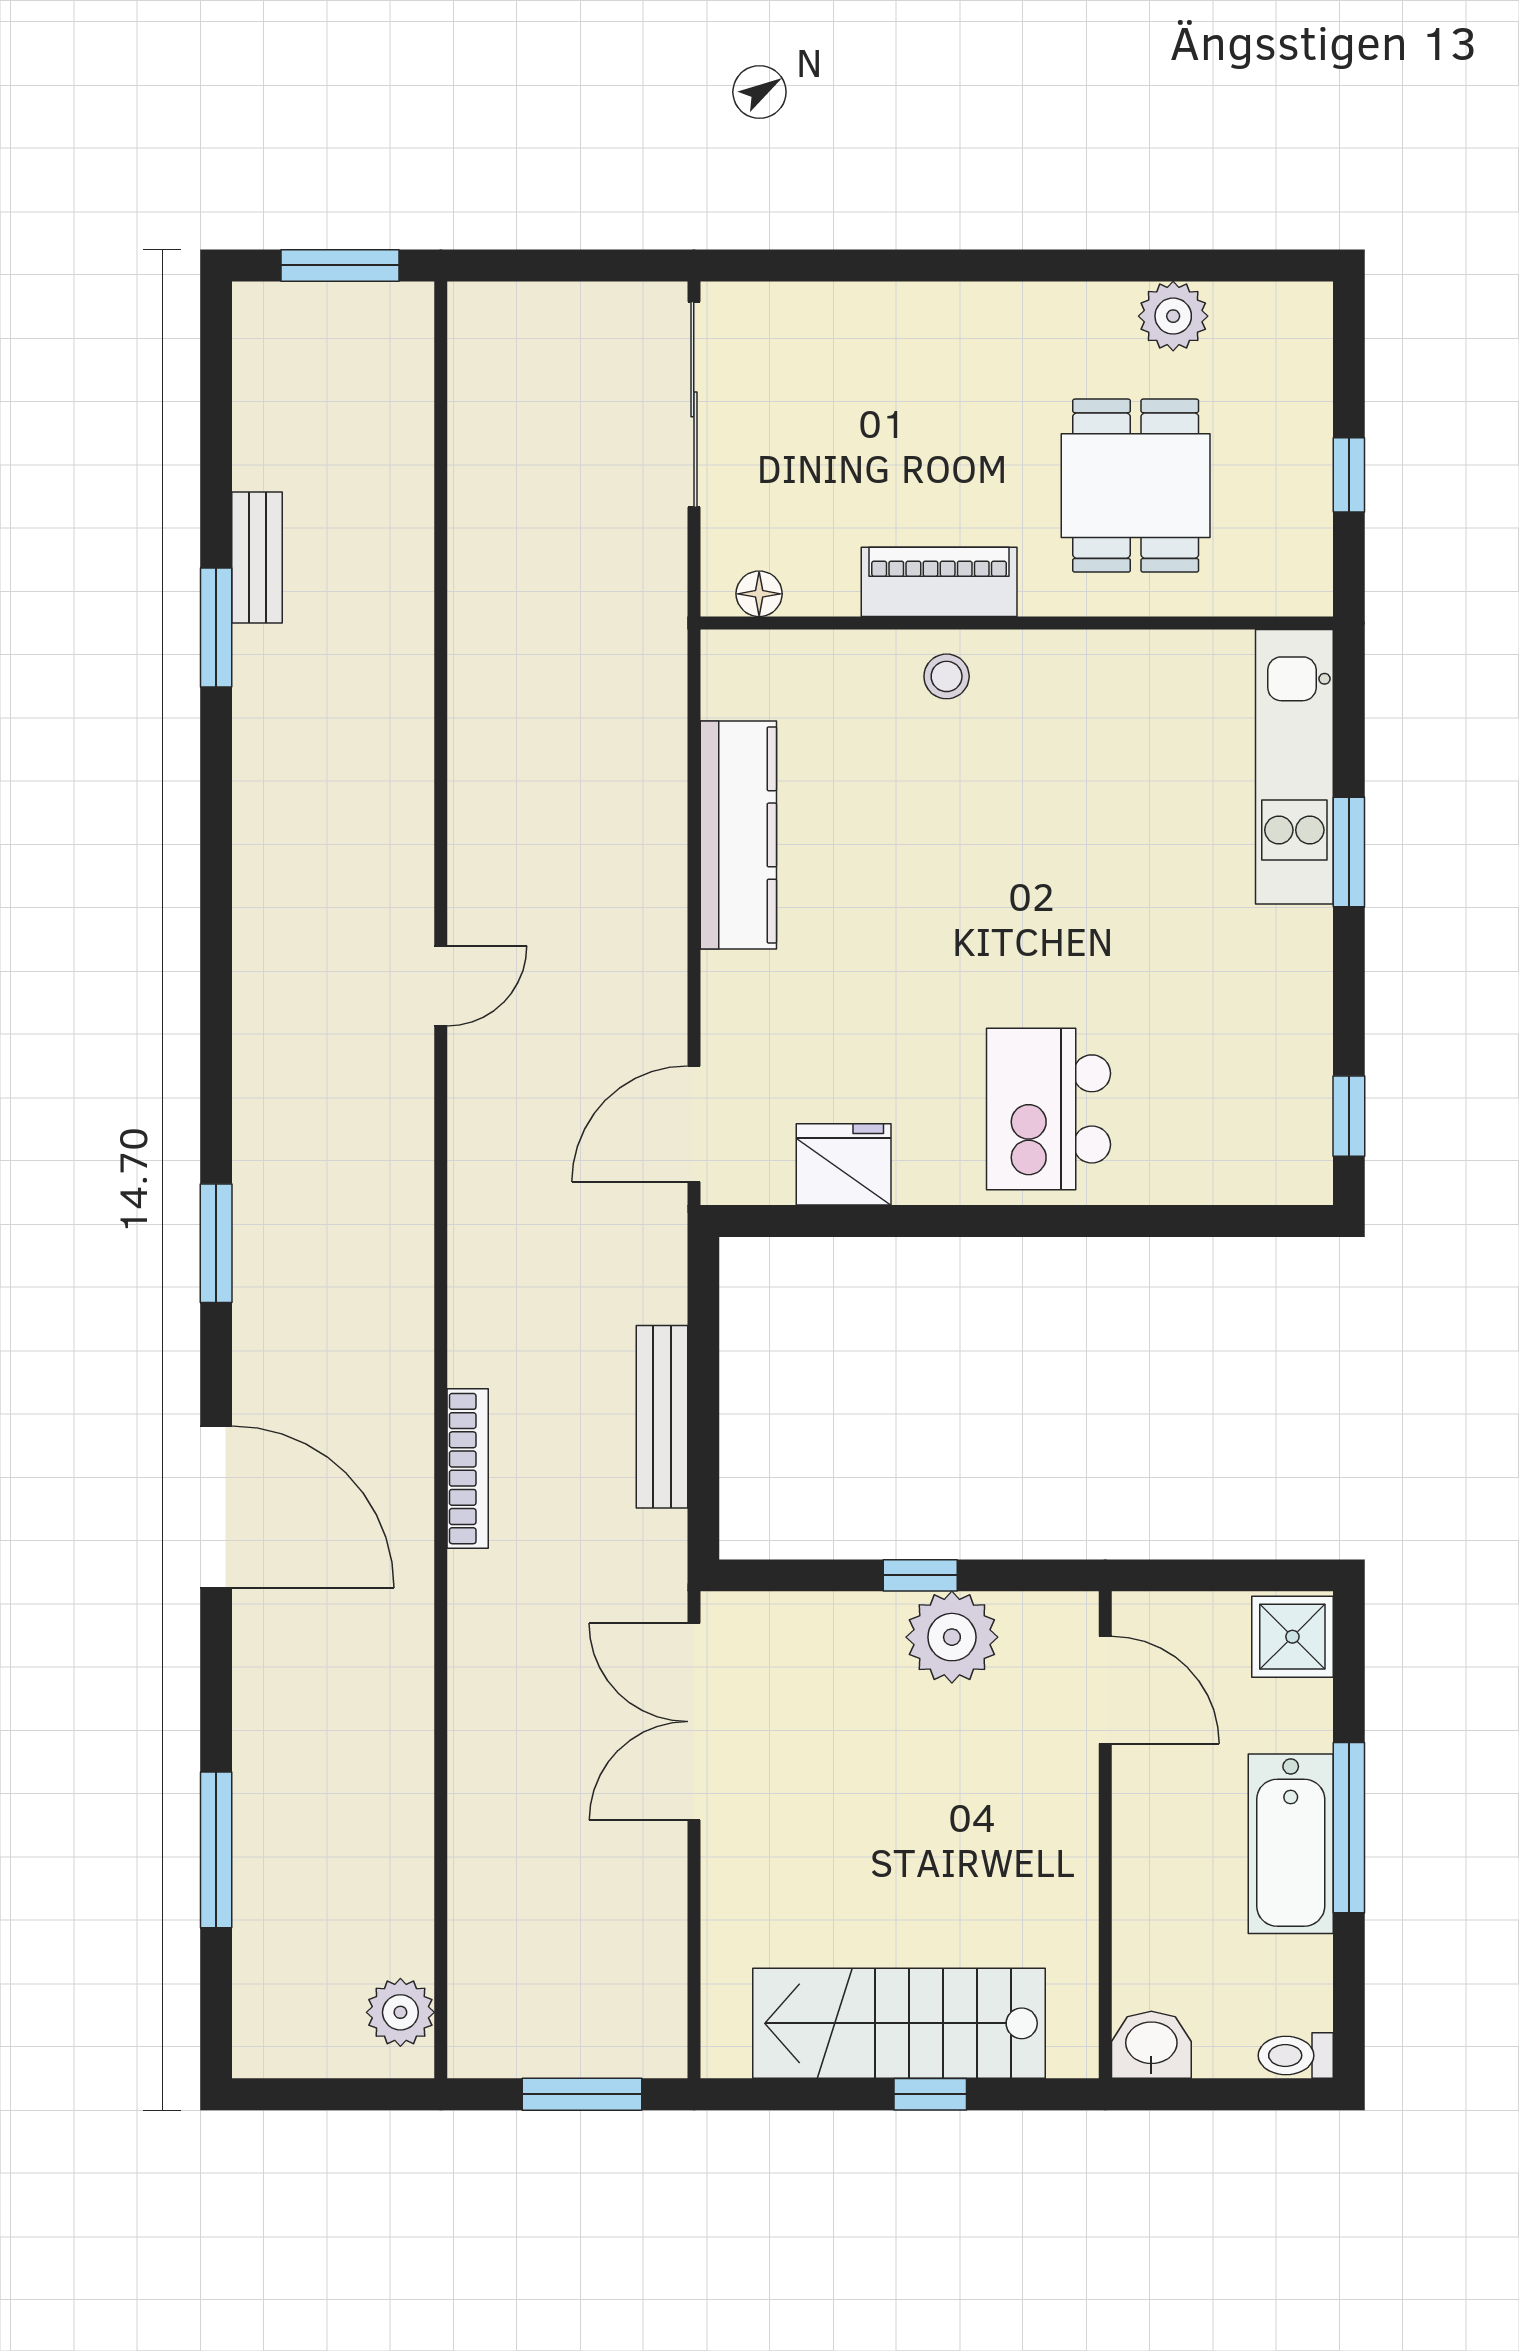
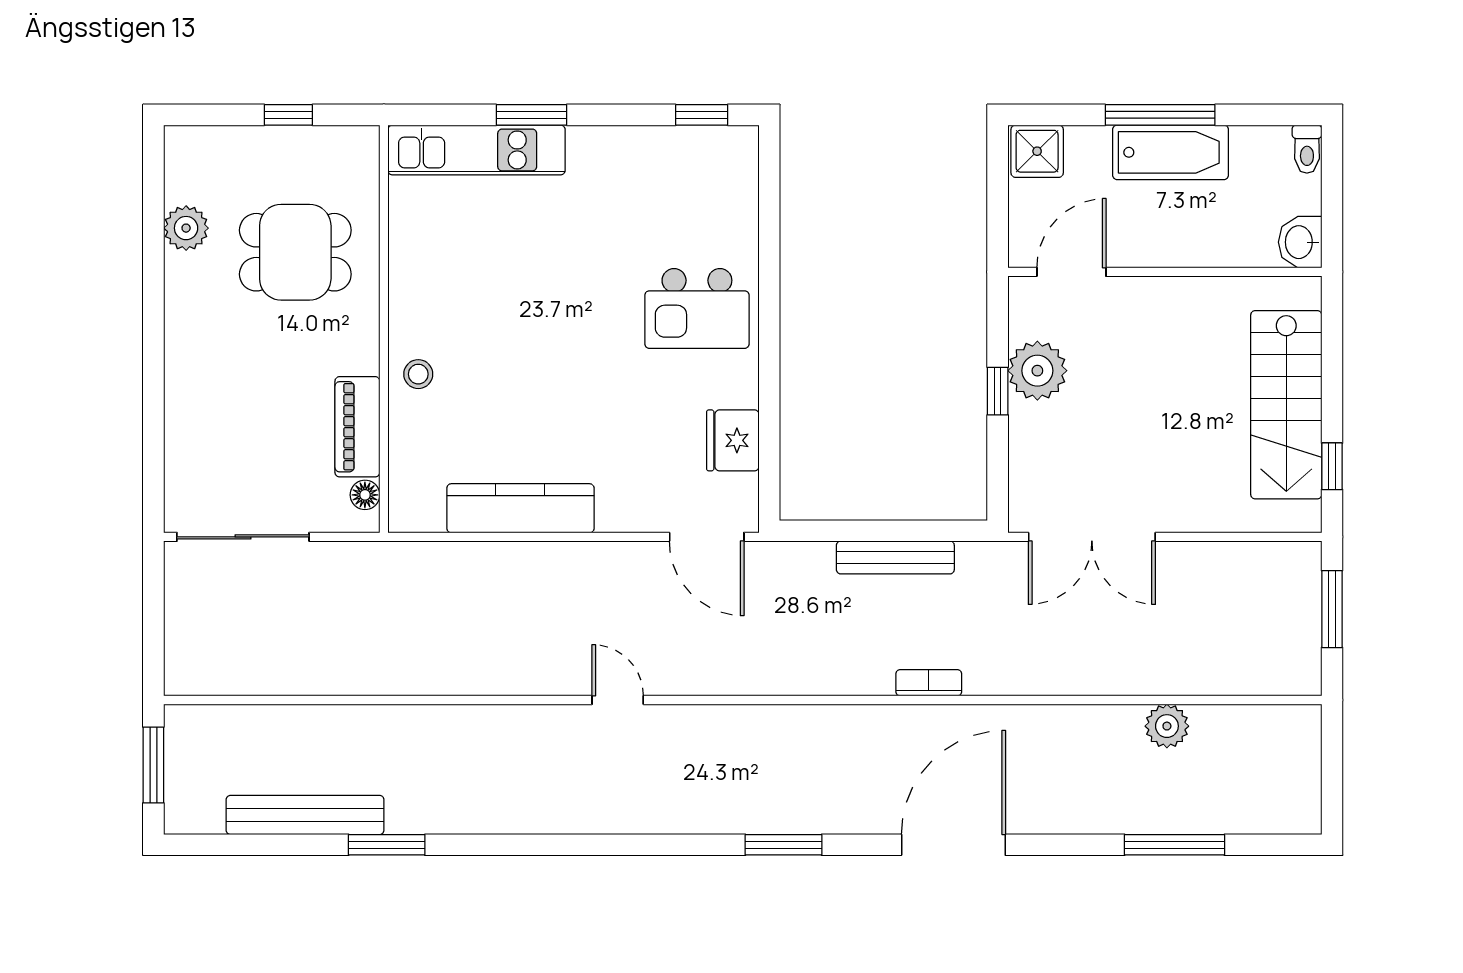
bench: (257, 558) -> (305, 815), width x1.86, depth x1.21
piano: (939, 582) -> (357, 427), moved
bookcase: (468, 1469) -> (929, 683), width x0.64
plant: (400, 2012) -> (1167, 726), moved
window: (930, 2094) -> (1332, 466), moved

